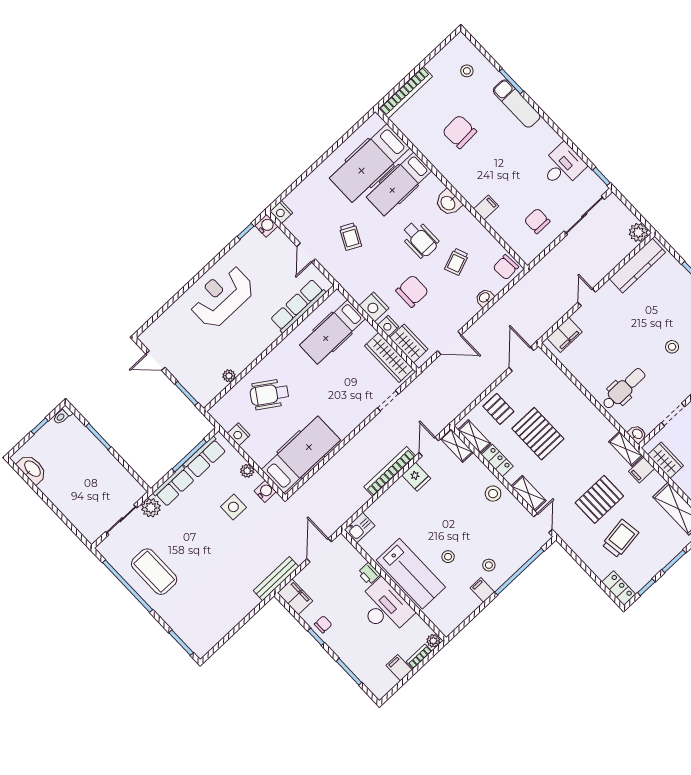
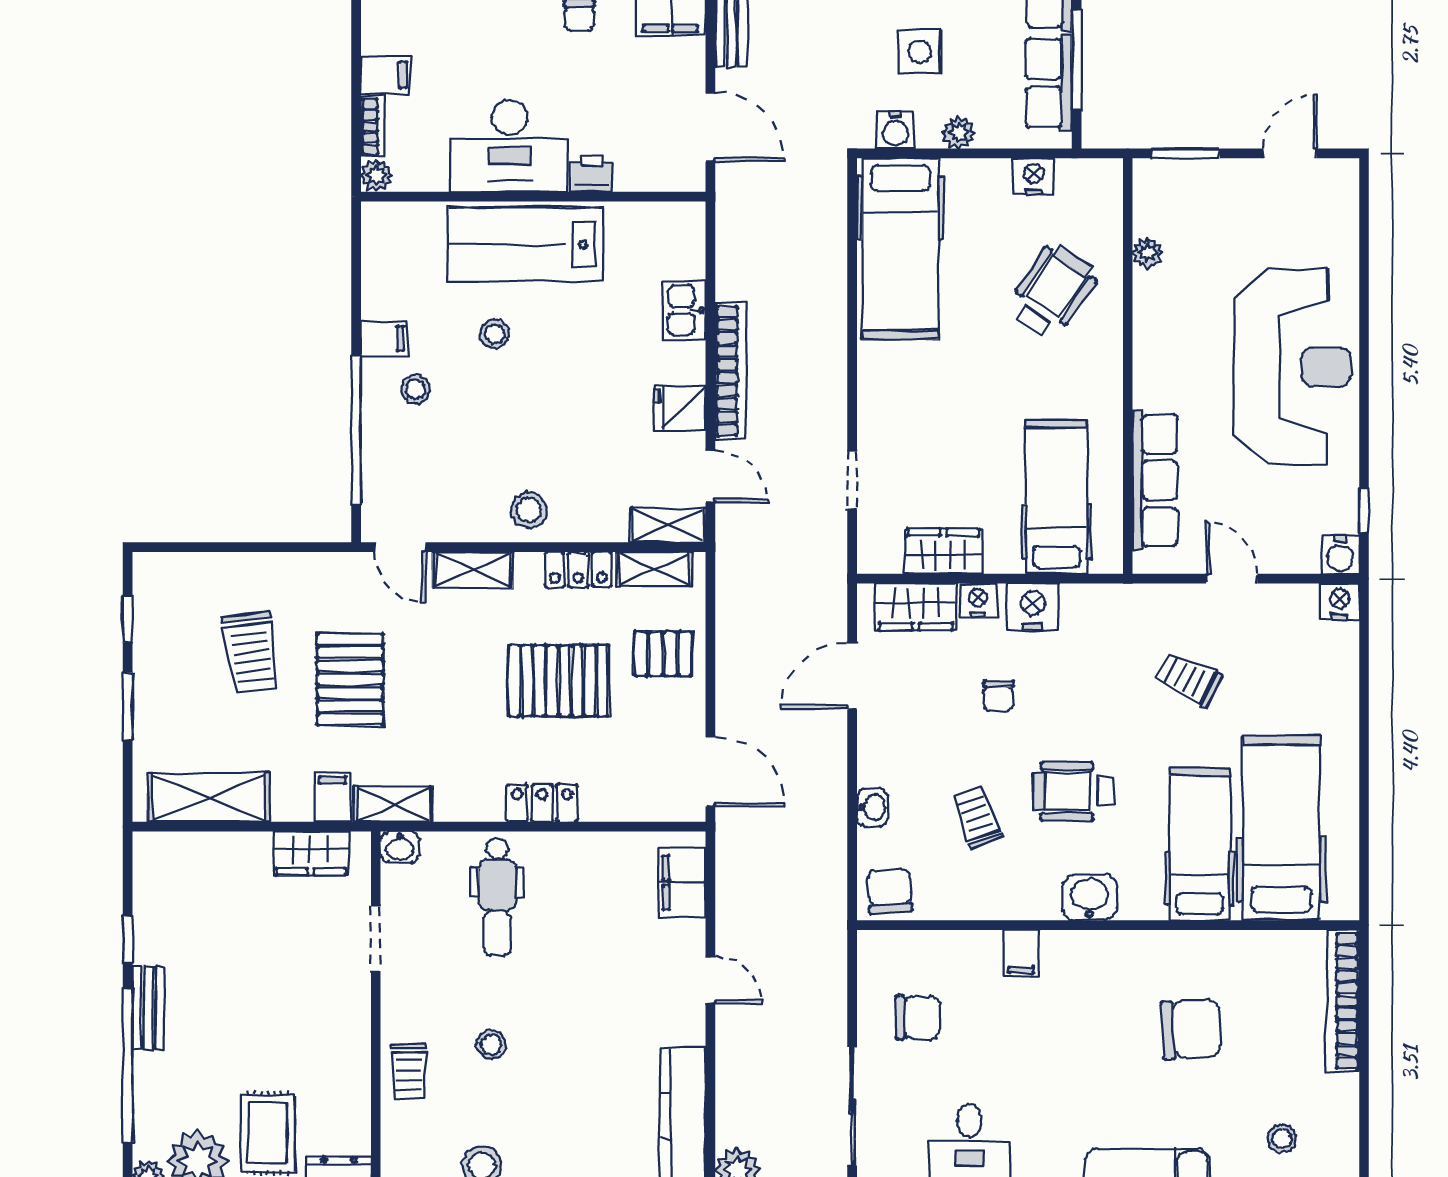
chair: (412, 291) -> (998, 696), width x0.54, depth x0.54
reception desk: (222, 296) -> (1292, 367), width x1.36, depth x1.30
wardrobe: (389, 357) -> (943, 551), width x0.67
kitchen sink: (360, 528) -> (684, 310), moved
locker: (619, 588) -> (542, 803), moved, turned 180

